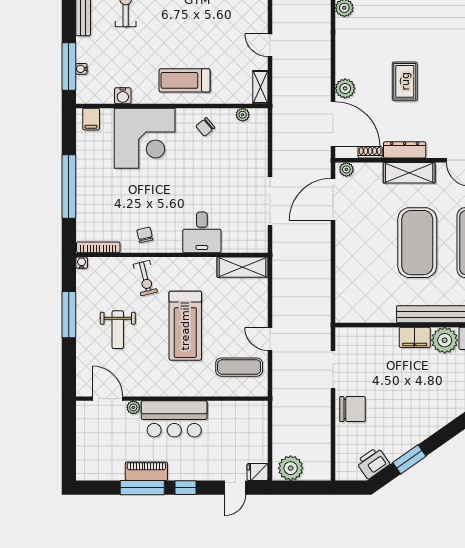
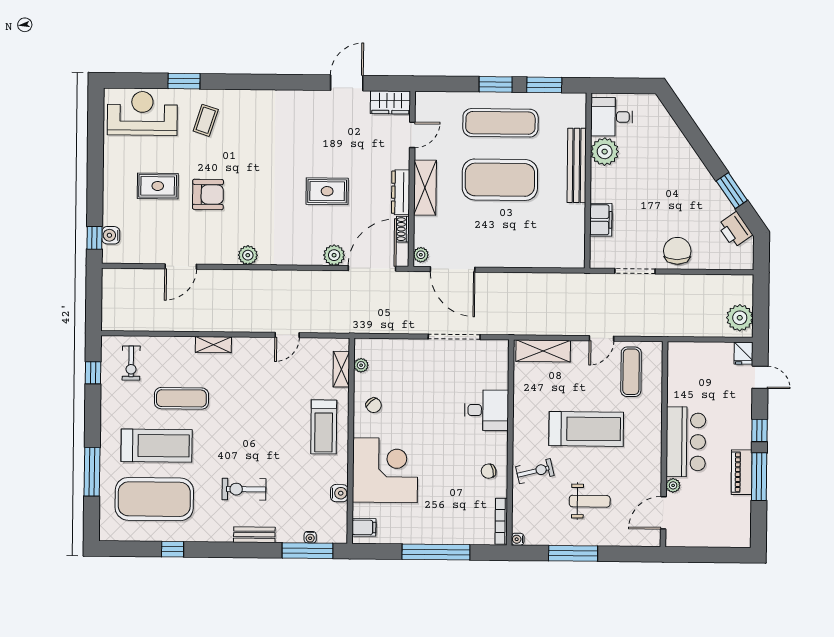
shelving: (260, 87) -> (341, 369), moved, turned 90
shelving: (243, 267) -> (543, 351), moved, turned 90
filing cabinet: (415, 337) -> (601, 220), moved

